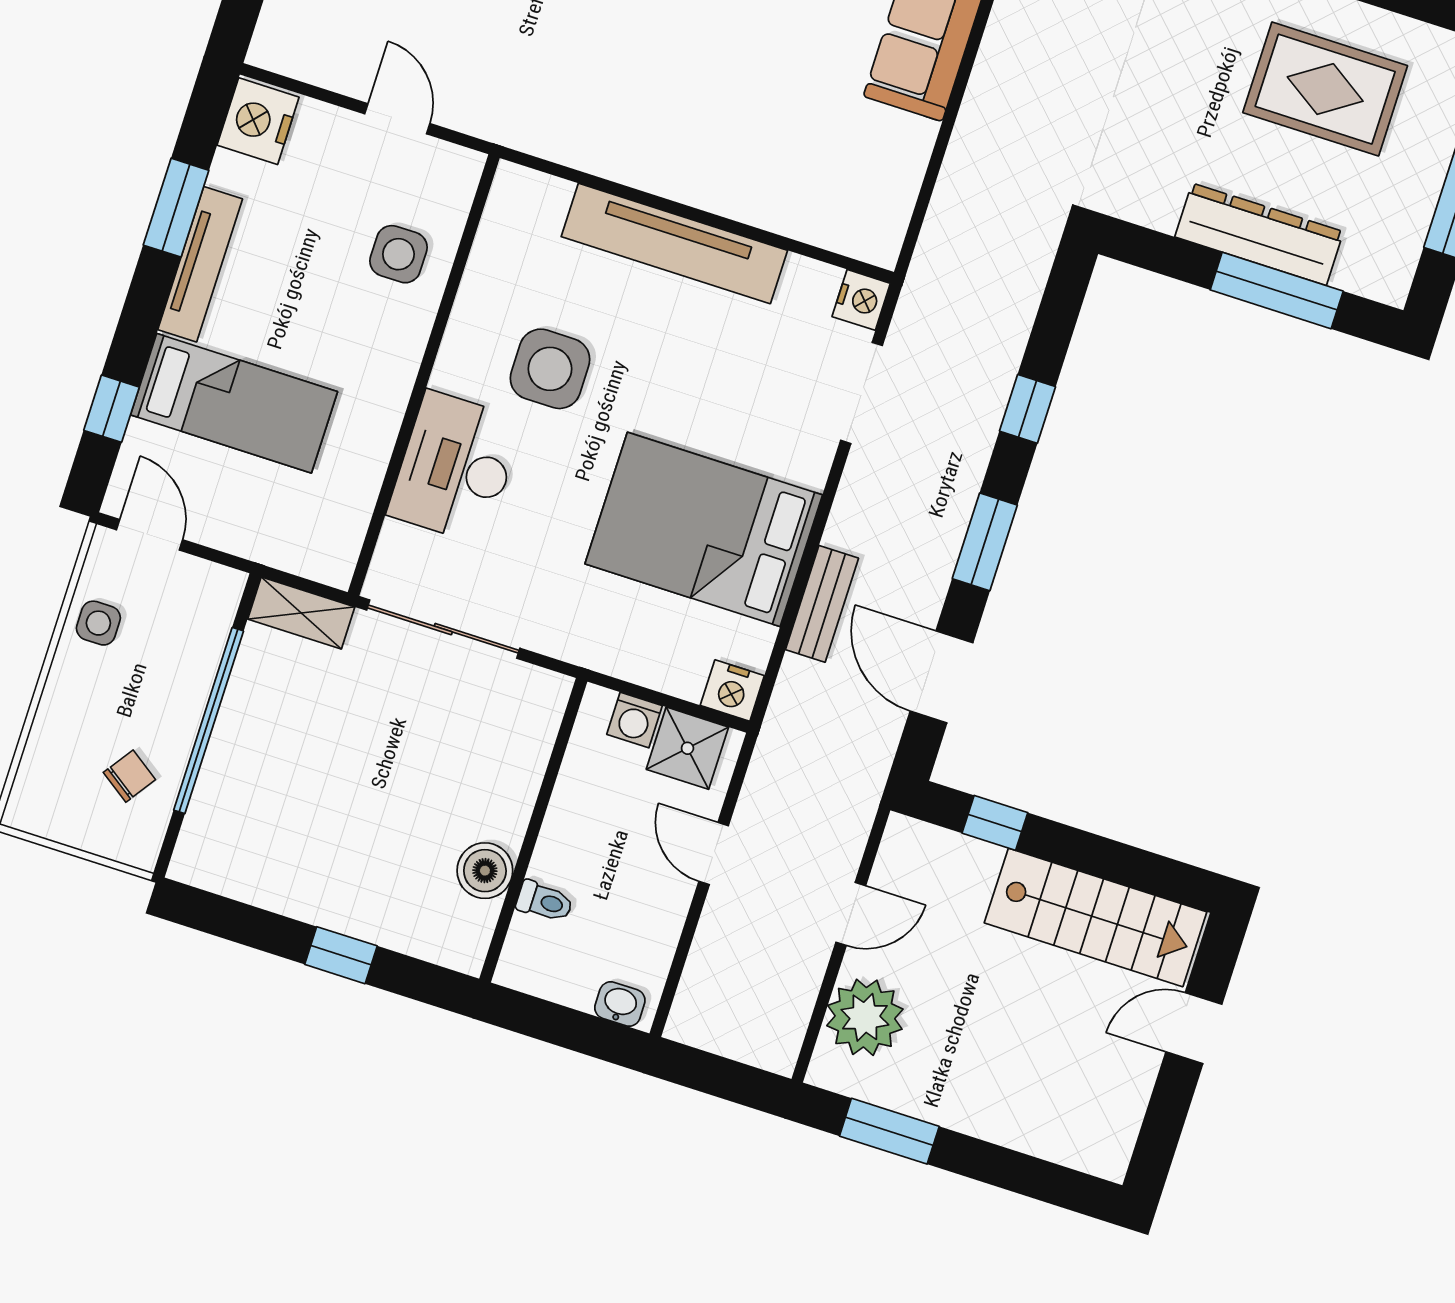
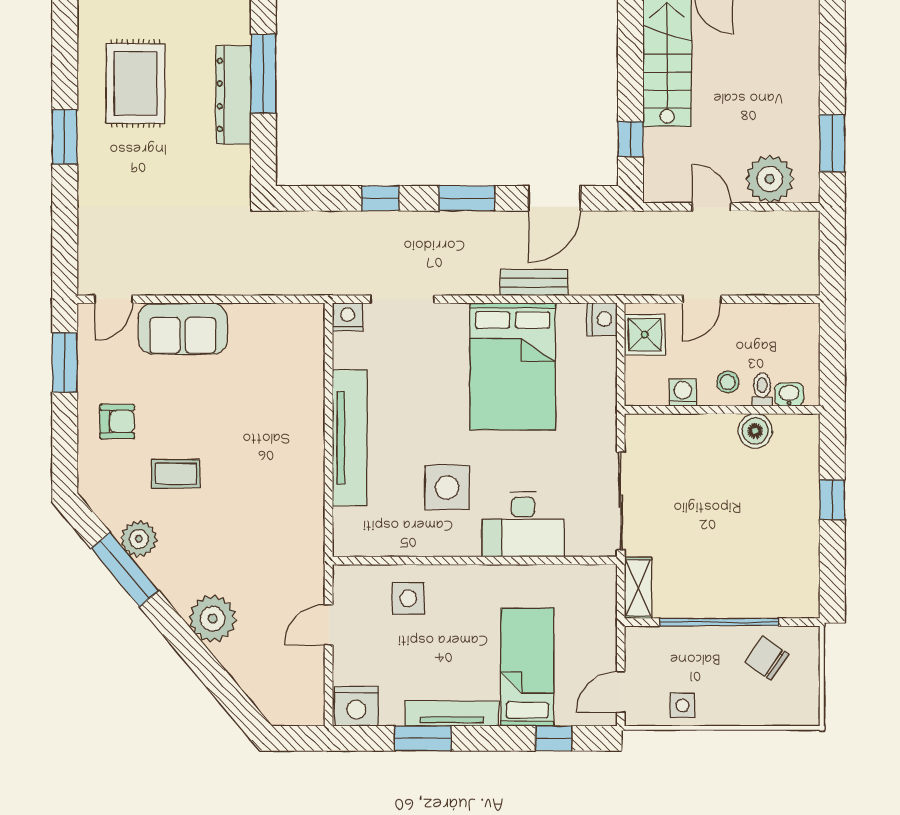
washing machine: (635, 720) -> (683, 392), moved, turned -90
chair: (129, 776) -> (767, 658), width x1.37, depth x1.37
stool: (573, 852) -> (728, 382), added
washbasin: (620, 1004) -> (789, 395), moved, turned 90

